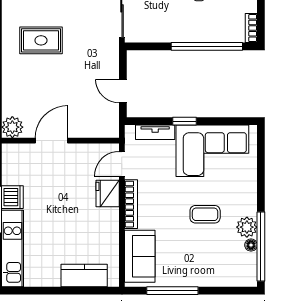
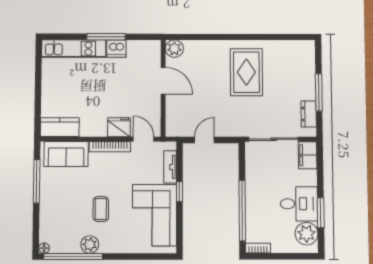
rug: (41, 40) -> (246, 72), width x1.36, depth x1.43
floor lamp: (251, 245) -> (44, 248), moved
kitchen counter: (84, 276) -> (60, 127), moved, turned -90

